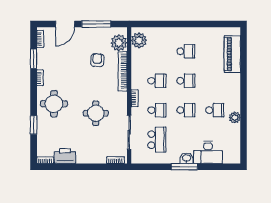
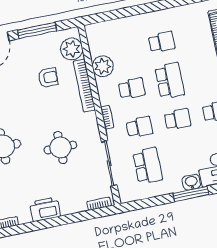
plant: (139, 40) -> (103, 66), moved
armchair: (97, 60) -> (48, 78), turned 88
school desk: (186, 81) -> (170, 81), width x1.85
printer: (65, 156) -> (45, 209), moved

